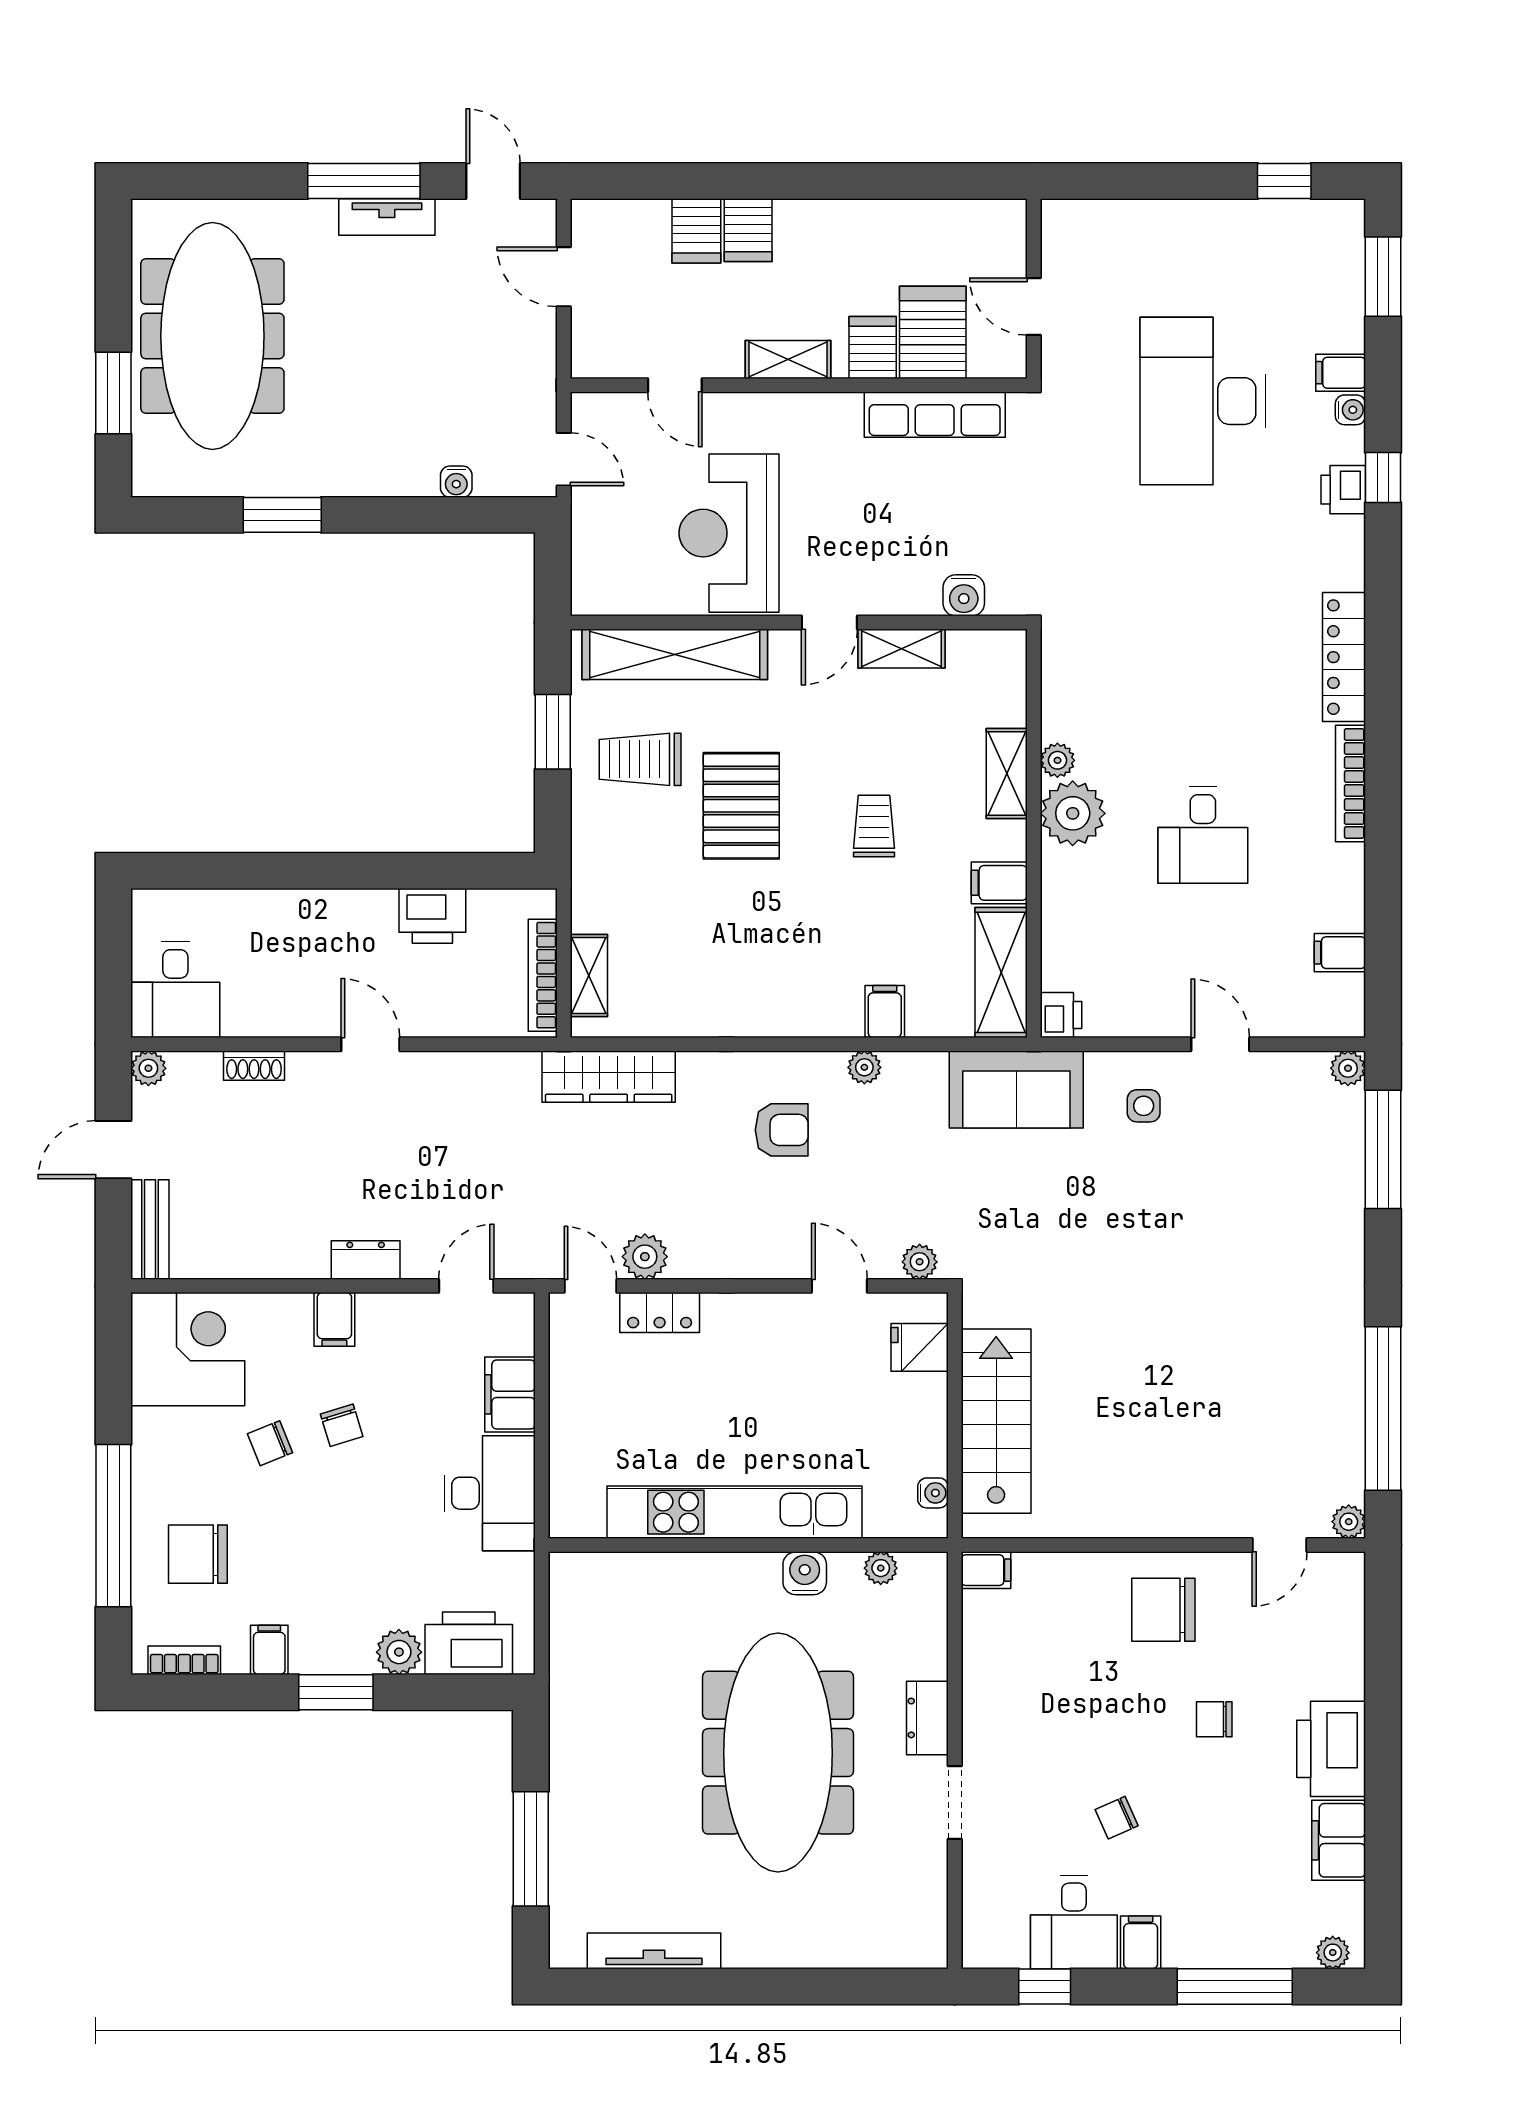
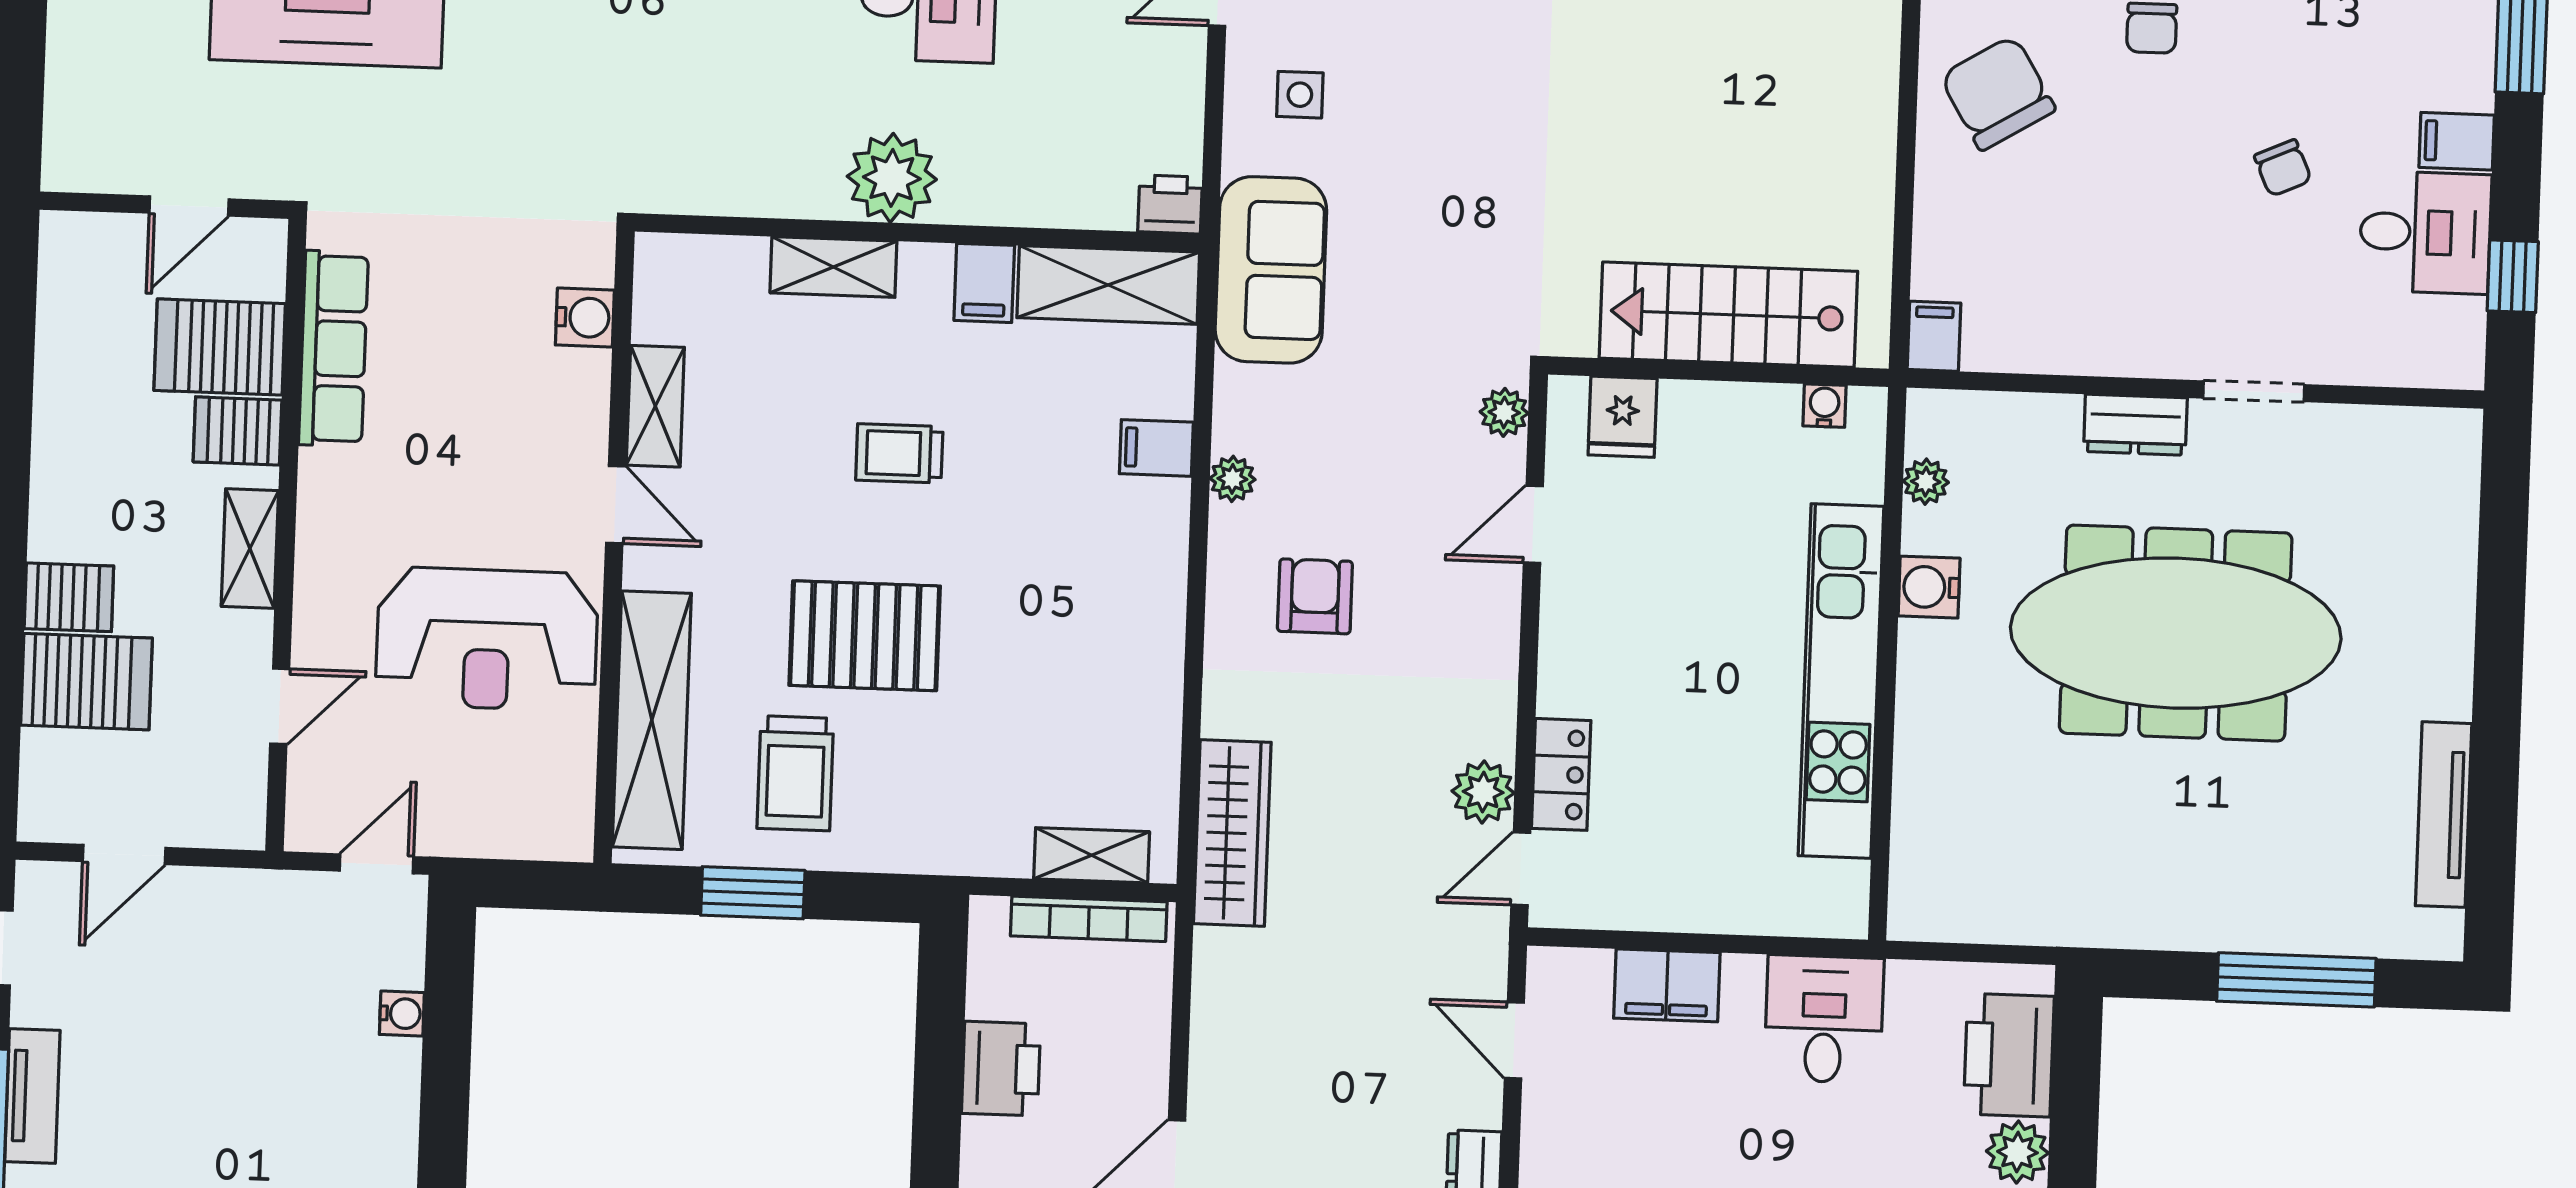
server rack: (696, 231) -> (86, 682), width x1.36, depth x1.44
plant: (1057, 760) -> (818, 196), removed
desk: (490, 1493) -> (1824, 1019), width x0.73
chair: (1163, 1610) -> (1998, 93), turned 149

